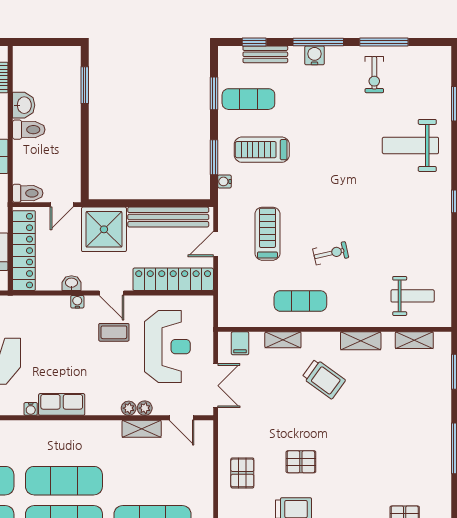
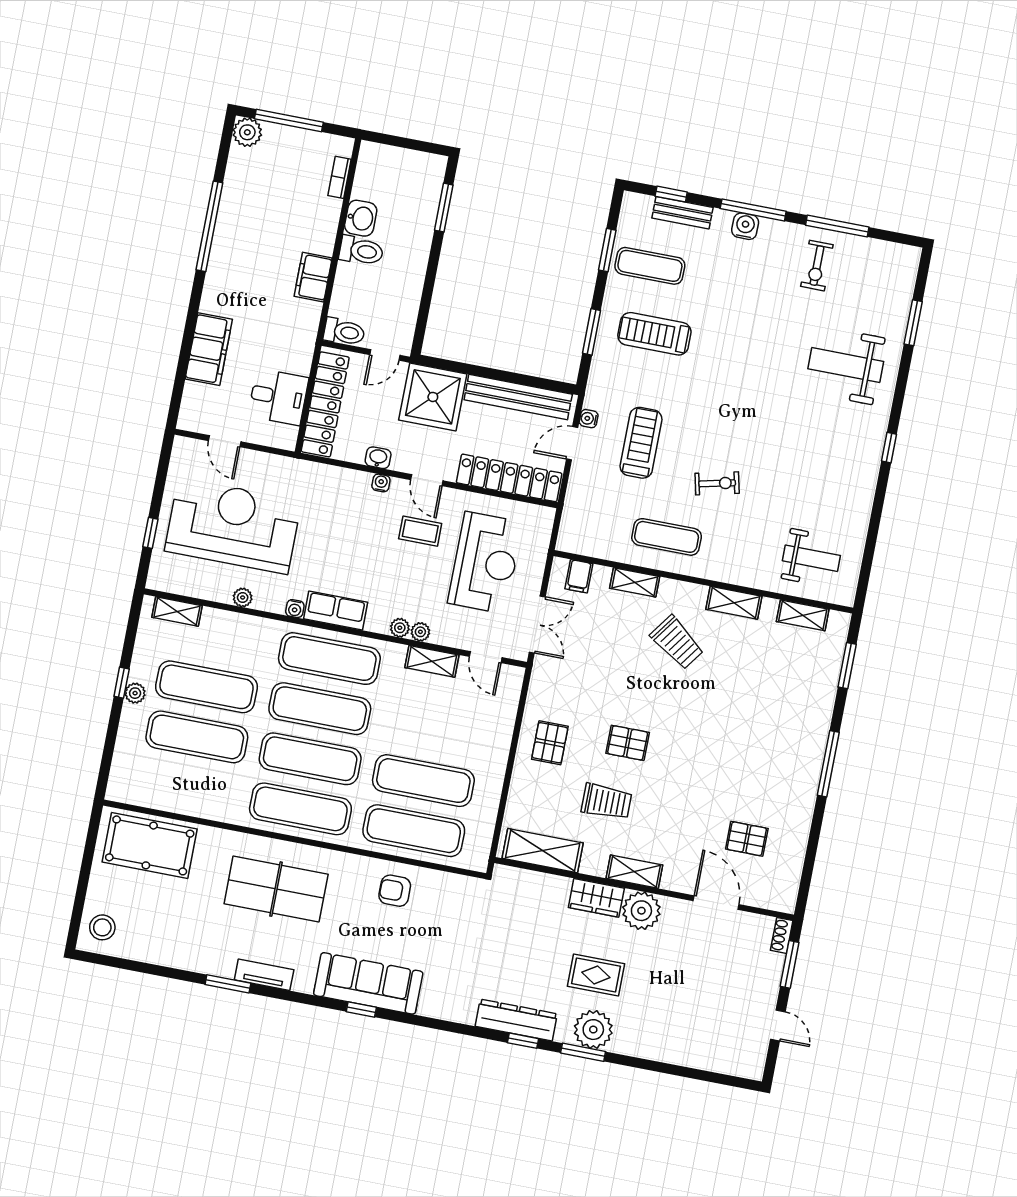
water cooler: (224, 181) -> (589, 419), moved
plant: (145, 408) -> (400, 628), moved
exercise mat: (64, 441) -> (329, 659), added

